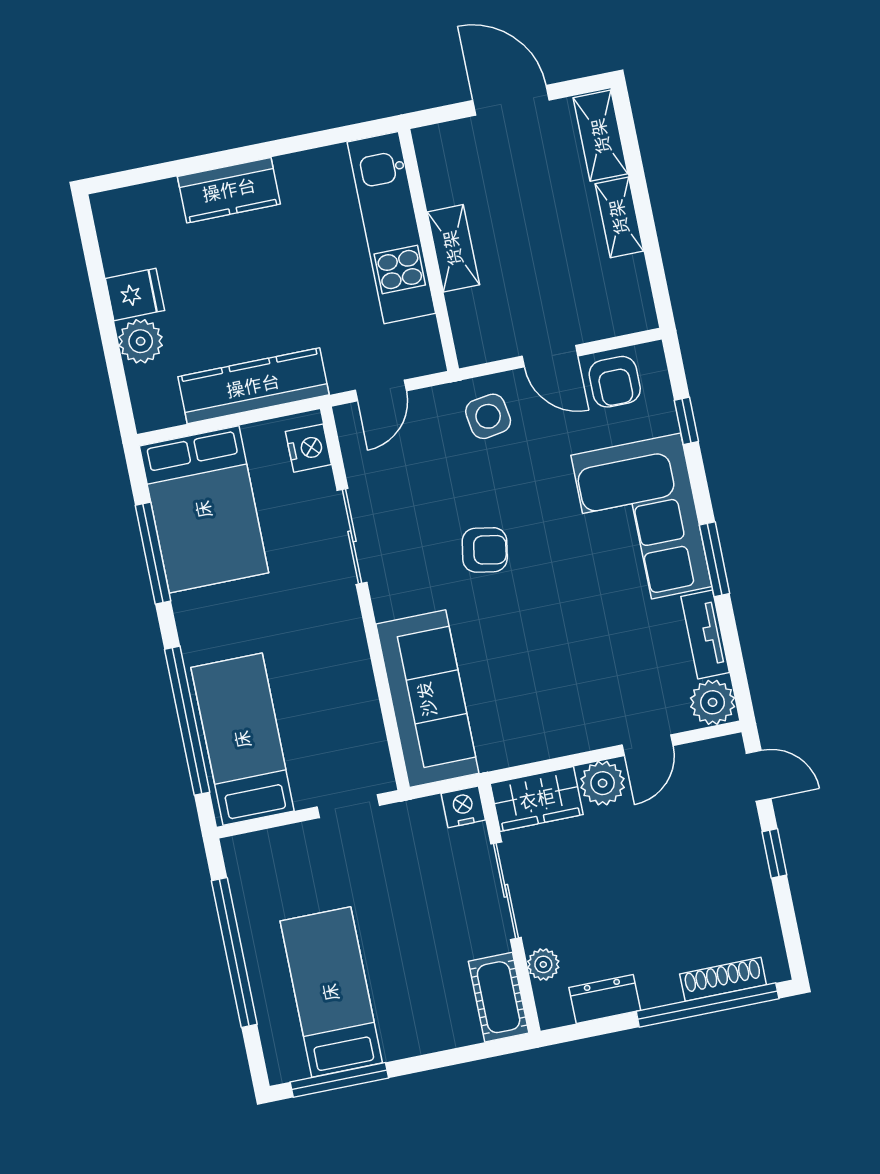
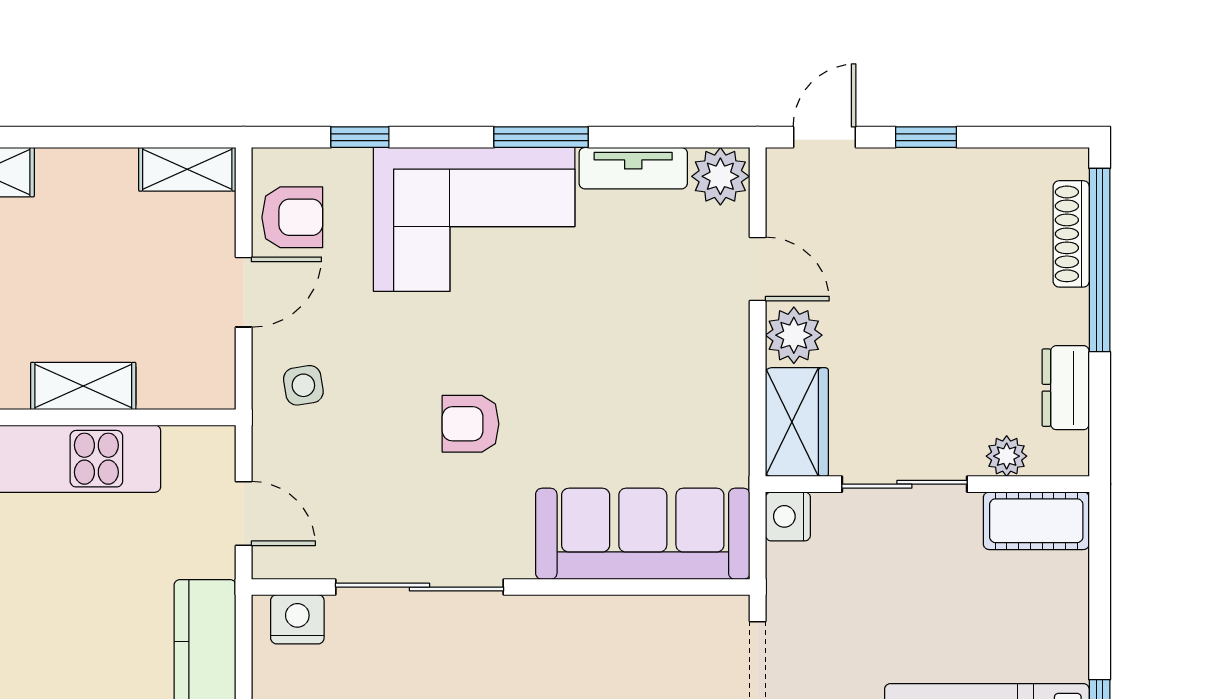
shelving: (619, 217) -> (187, 169), moved
side table: (488, 416) -> (303, 385), width x0.73, depth x0.73
sliding door: (352, 536) -> (419, 587), width x1.37
armchair: (485, 550) -> (471, 424), turned -100

